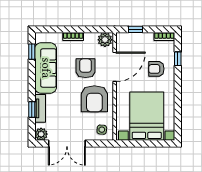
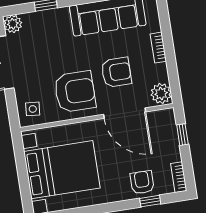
armchair: (156, 69) -> (142, 182), moved
armchair: (94, 99) -> (75, 92), turned 180
tv unit: (40, 108) -> (49, 17), removed

